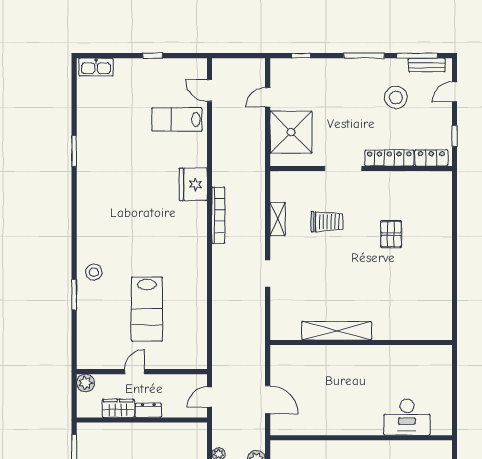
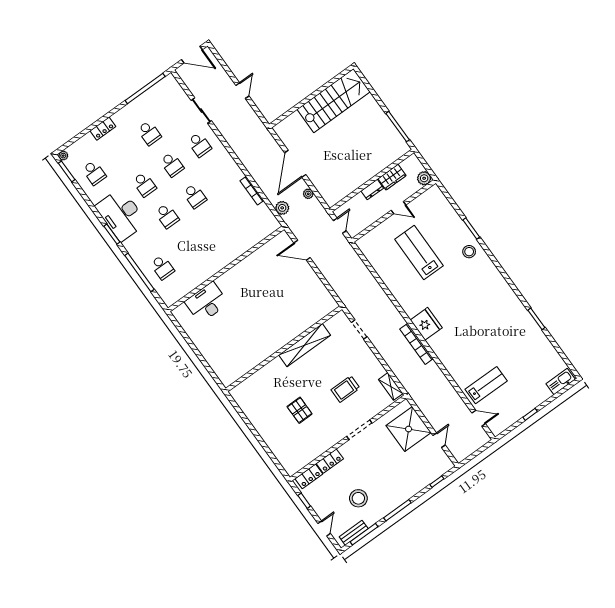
locker: (389, 158) -> (330, 461), width x0.66
fridge: (193, 184) -> (426, 324), moved
shelving: (278, 219) -> (391, 386), moved
shelving: (337, 331) -> (305, 345), moved
wall: (361, 343) -> (284, 349), moved
door: (134, 372) -> (398, 208), hinge flipped

